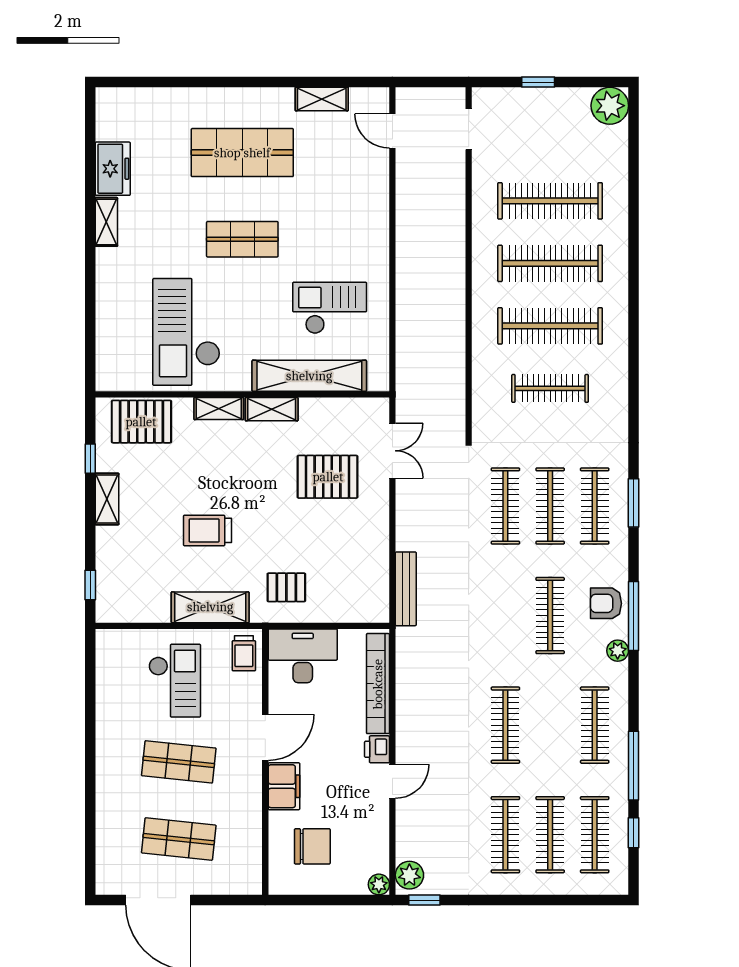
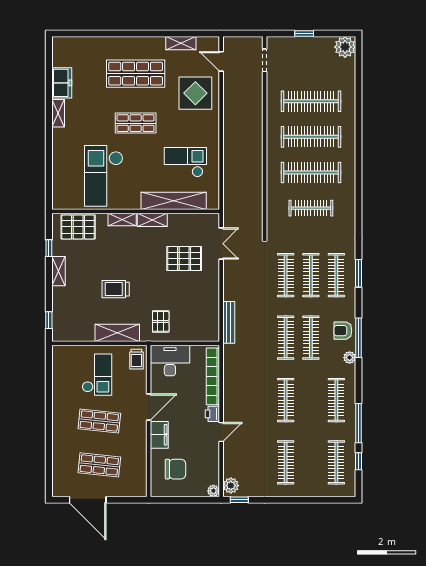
display table: (347, 187) -> (195, 93), added
pallet: (286, 587) -> (161, 321), turned 90
clothes rail: (550, 835) -> (286, 338), moved

